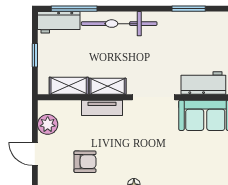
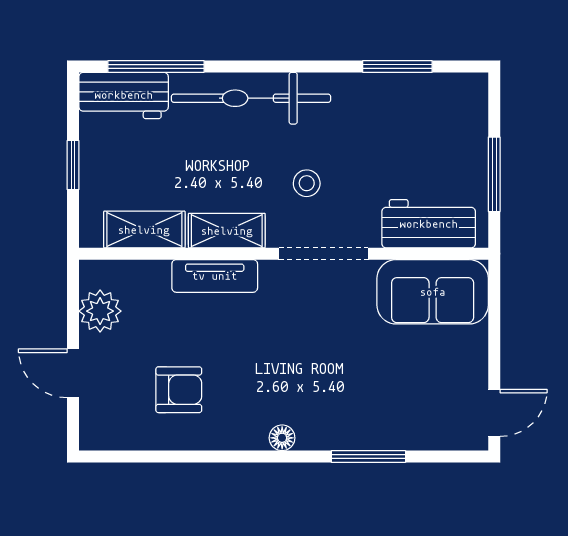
stool: (146, 64) -> (307, 183), added

